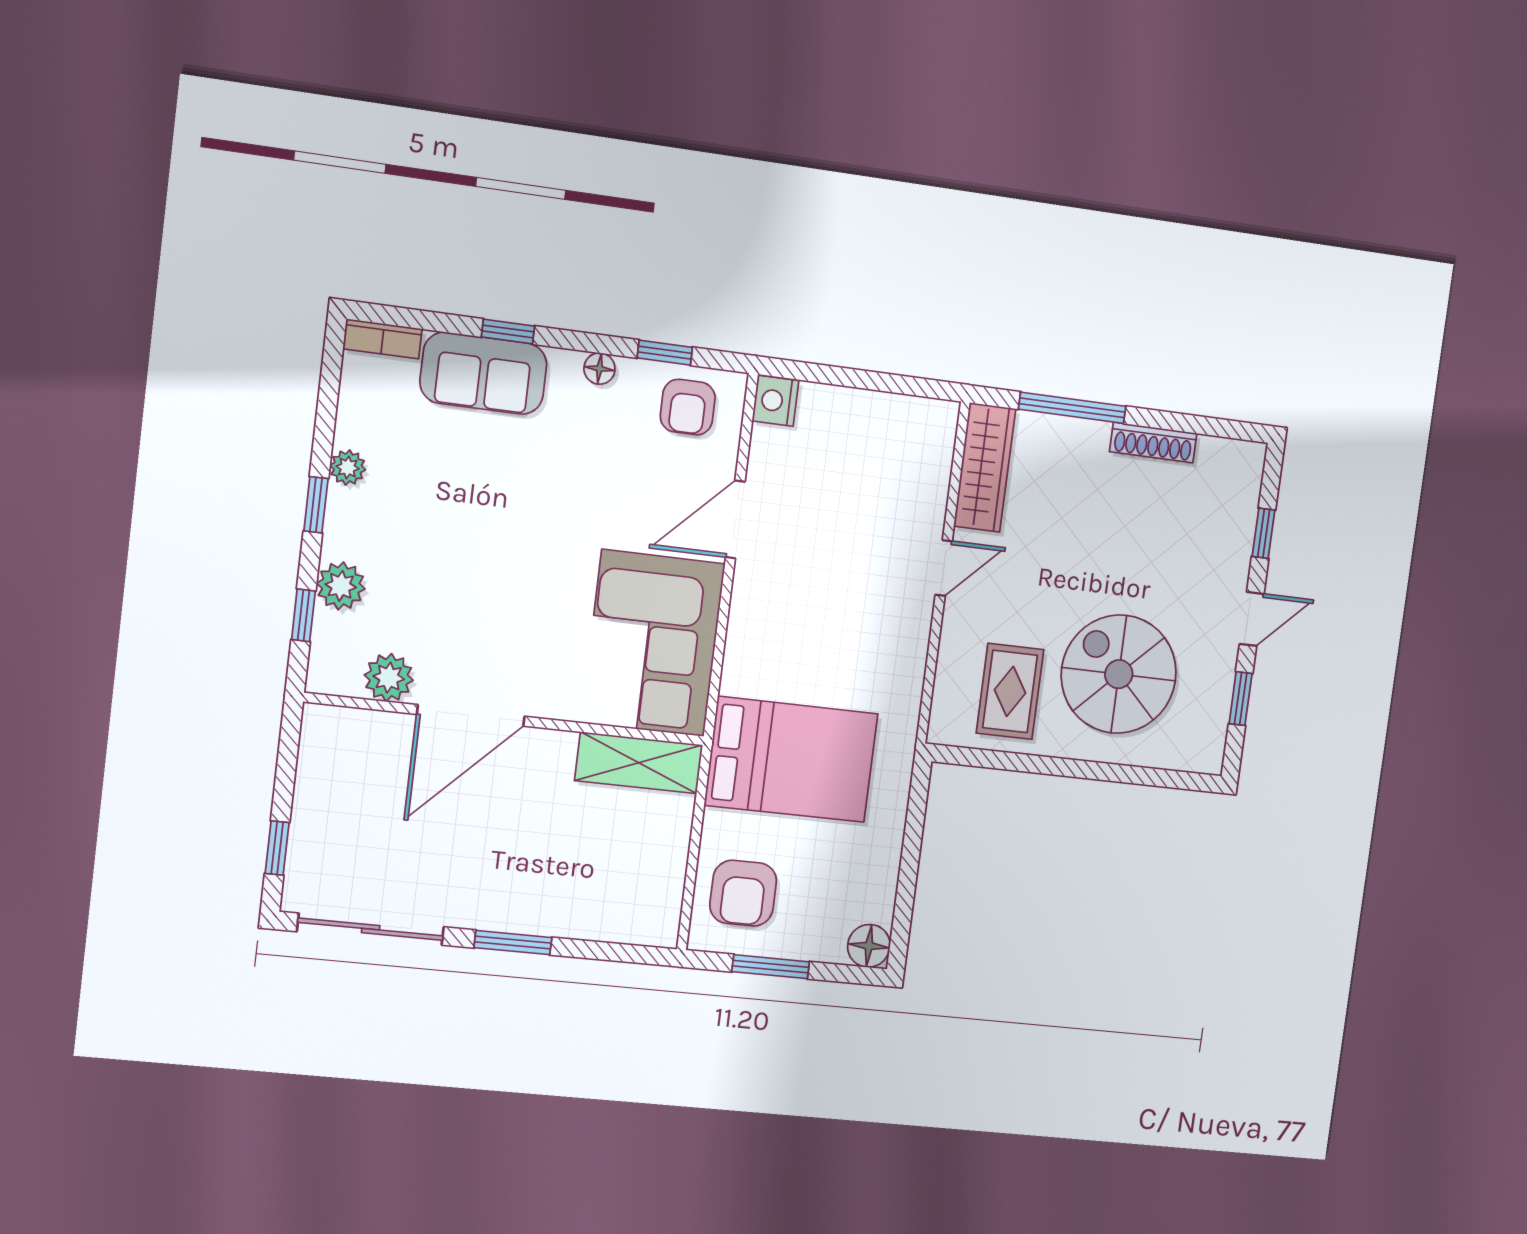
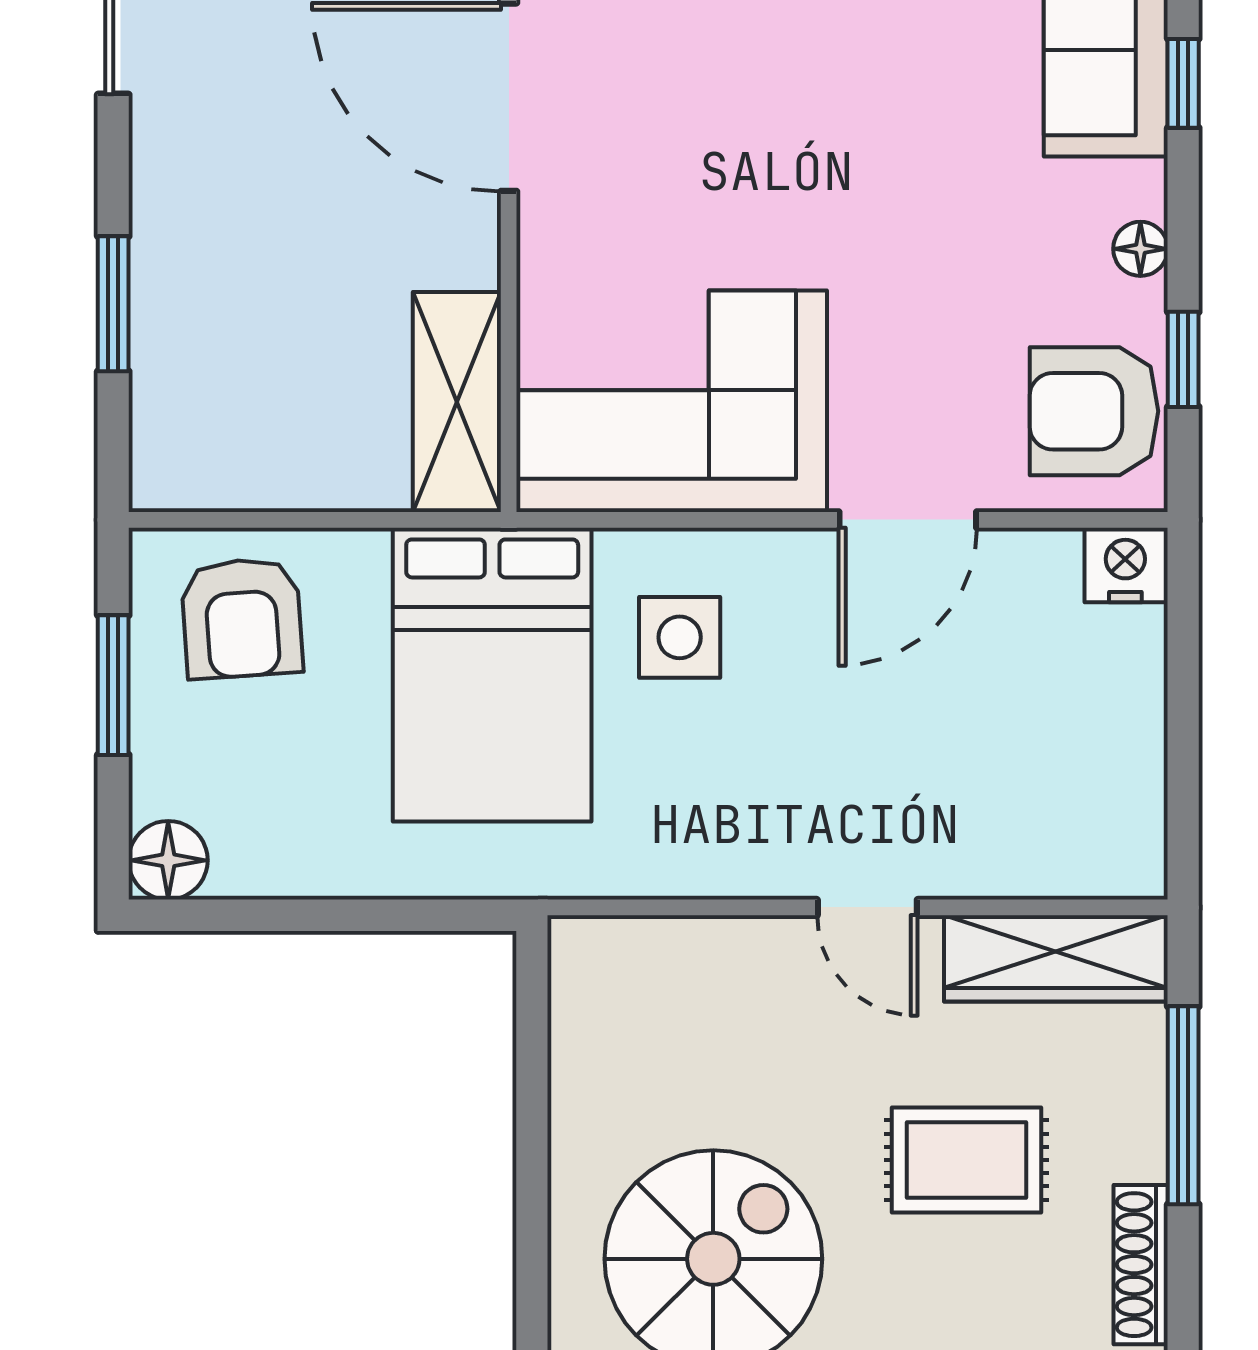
armchair: (688, 407) -> (1094, 411), width x1.38, depth x1.38
door: (735, 519) -> (908, 520), swing flipped
side table: (784, 654) -> (680, 637), added
rug: (1010, 691) -> (966, 1160), moved
armchair: (743, 893) -> (242, 618), turned -94
window: (513, 943) -> (113, 304), moved

